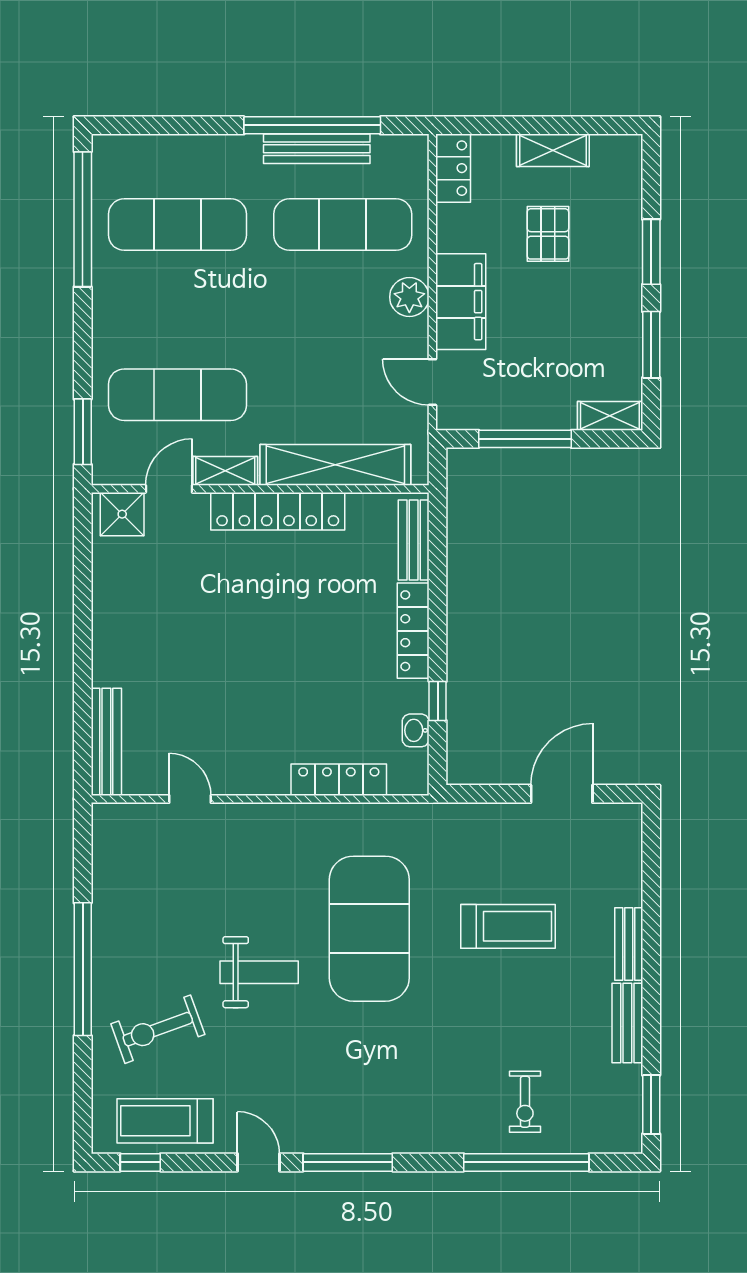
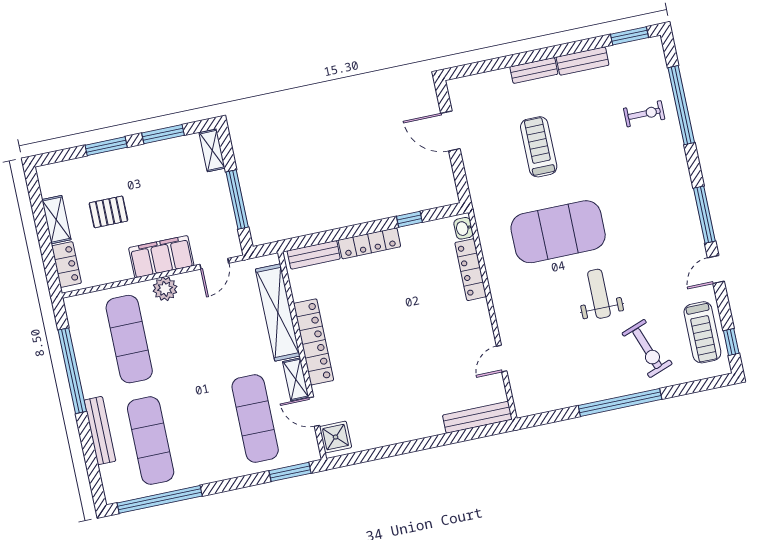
bench: (317, 149) -> (100, 431), moved
locker: (453, 168) -> (66, 264), moved, turned 90
washbasin: (416, 730) -> (463, 228), moved, turned 90

